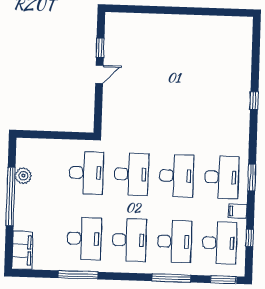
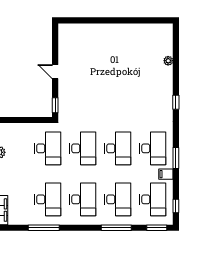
window: (100, 48) -> (55, 105), moved
plant: (246, 65) -> (168, 61), added
door: (99, 74) -> (55, 72), swing flipped
window: (254, 101) -> (176, 102), moved
window: (252, 177) -> (176, 158), moved
window: (250, 238) -> (176, 206), moved

